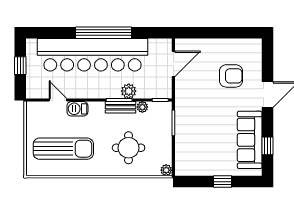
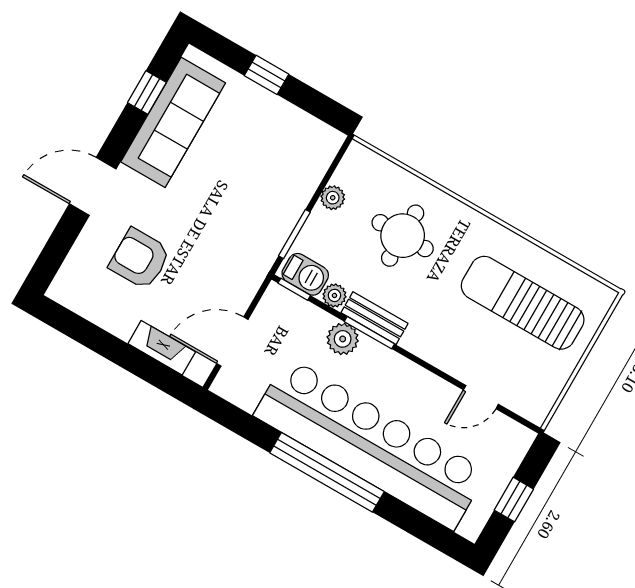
fireplace: (201, 45) -> (162, 348), added
door: (58, 100) -> (481, 397), hinge flipped
barbecue: (77, 109) -> (305, 274), moved
plant: (166, 170) -> (333, 198), moved

